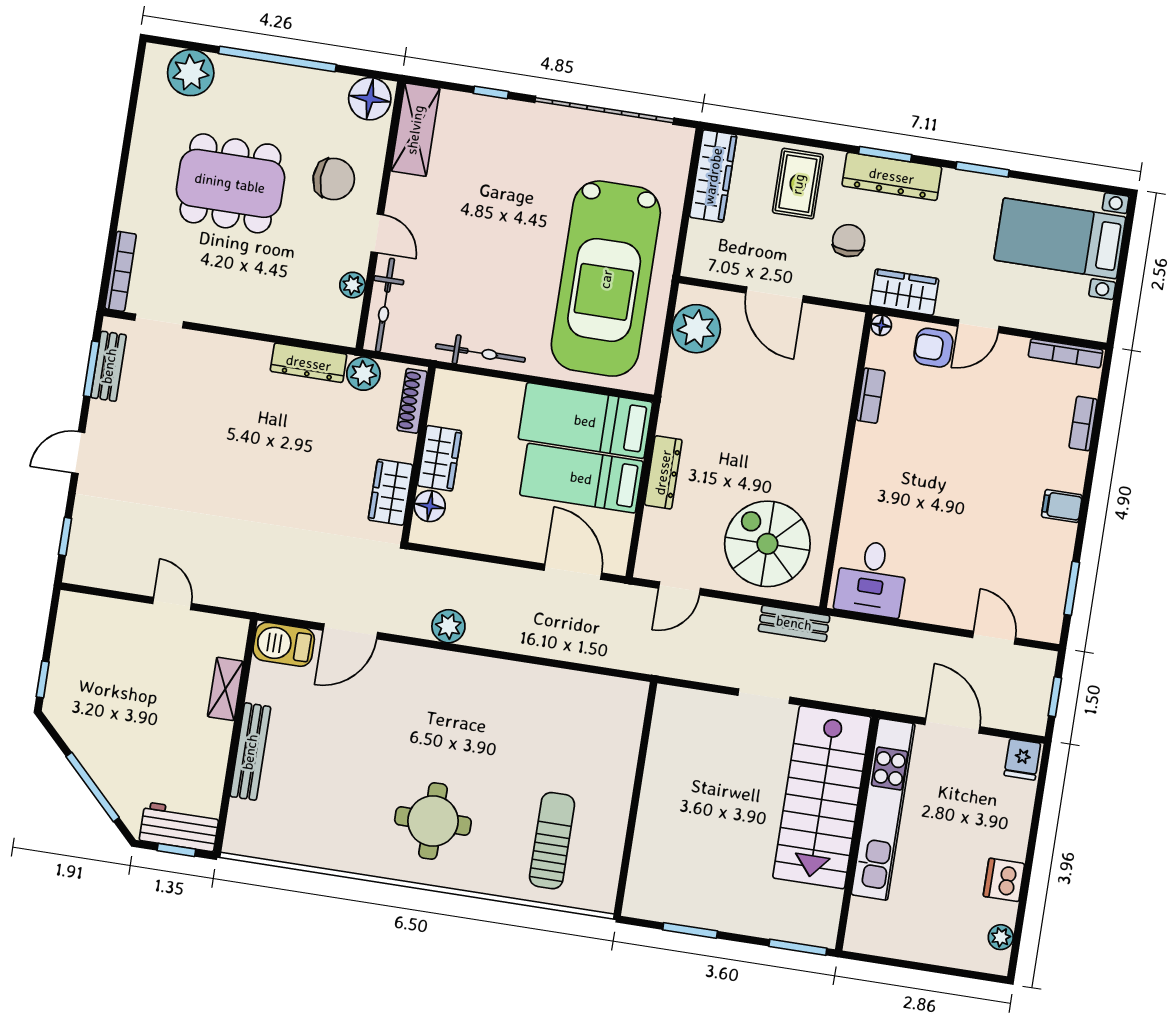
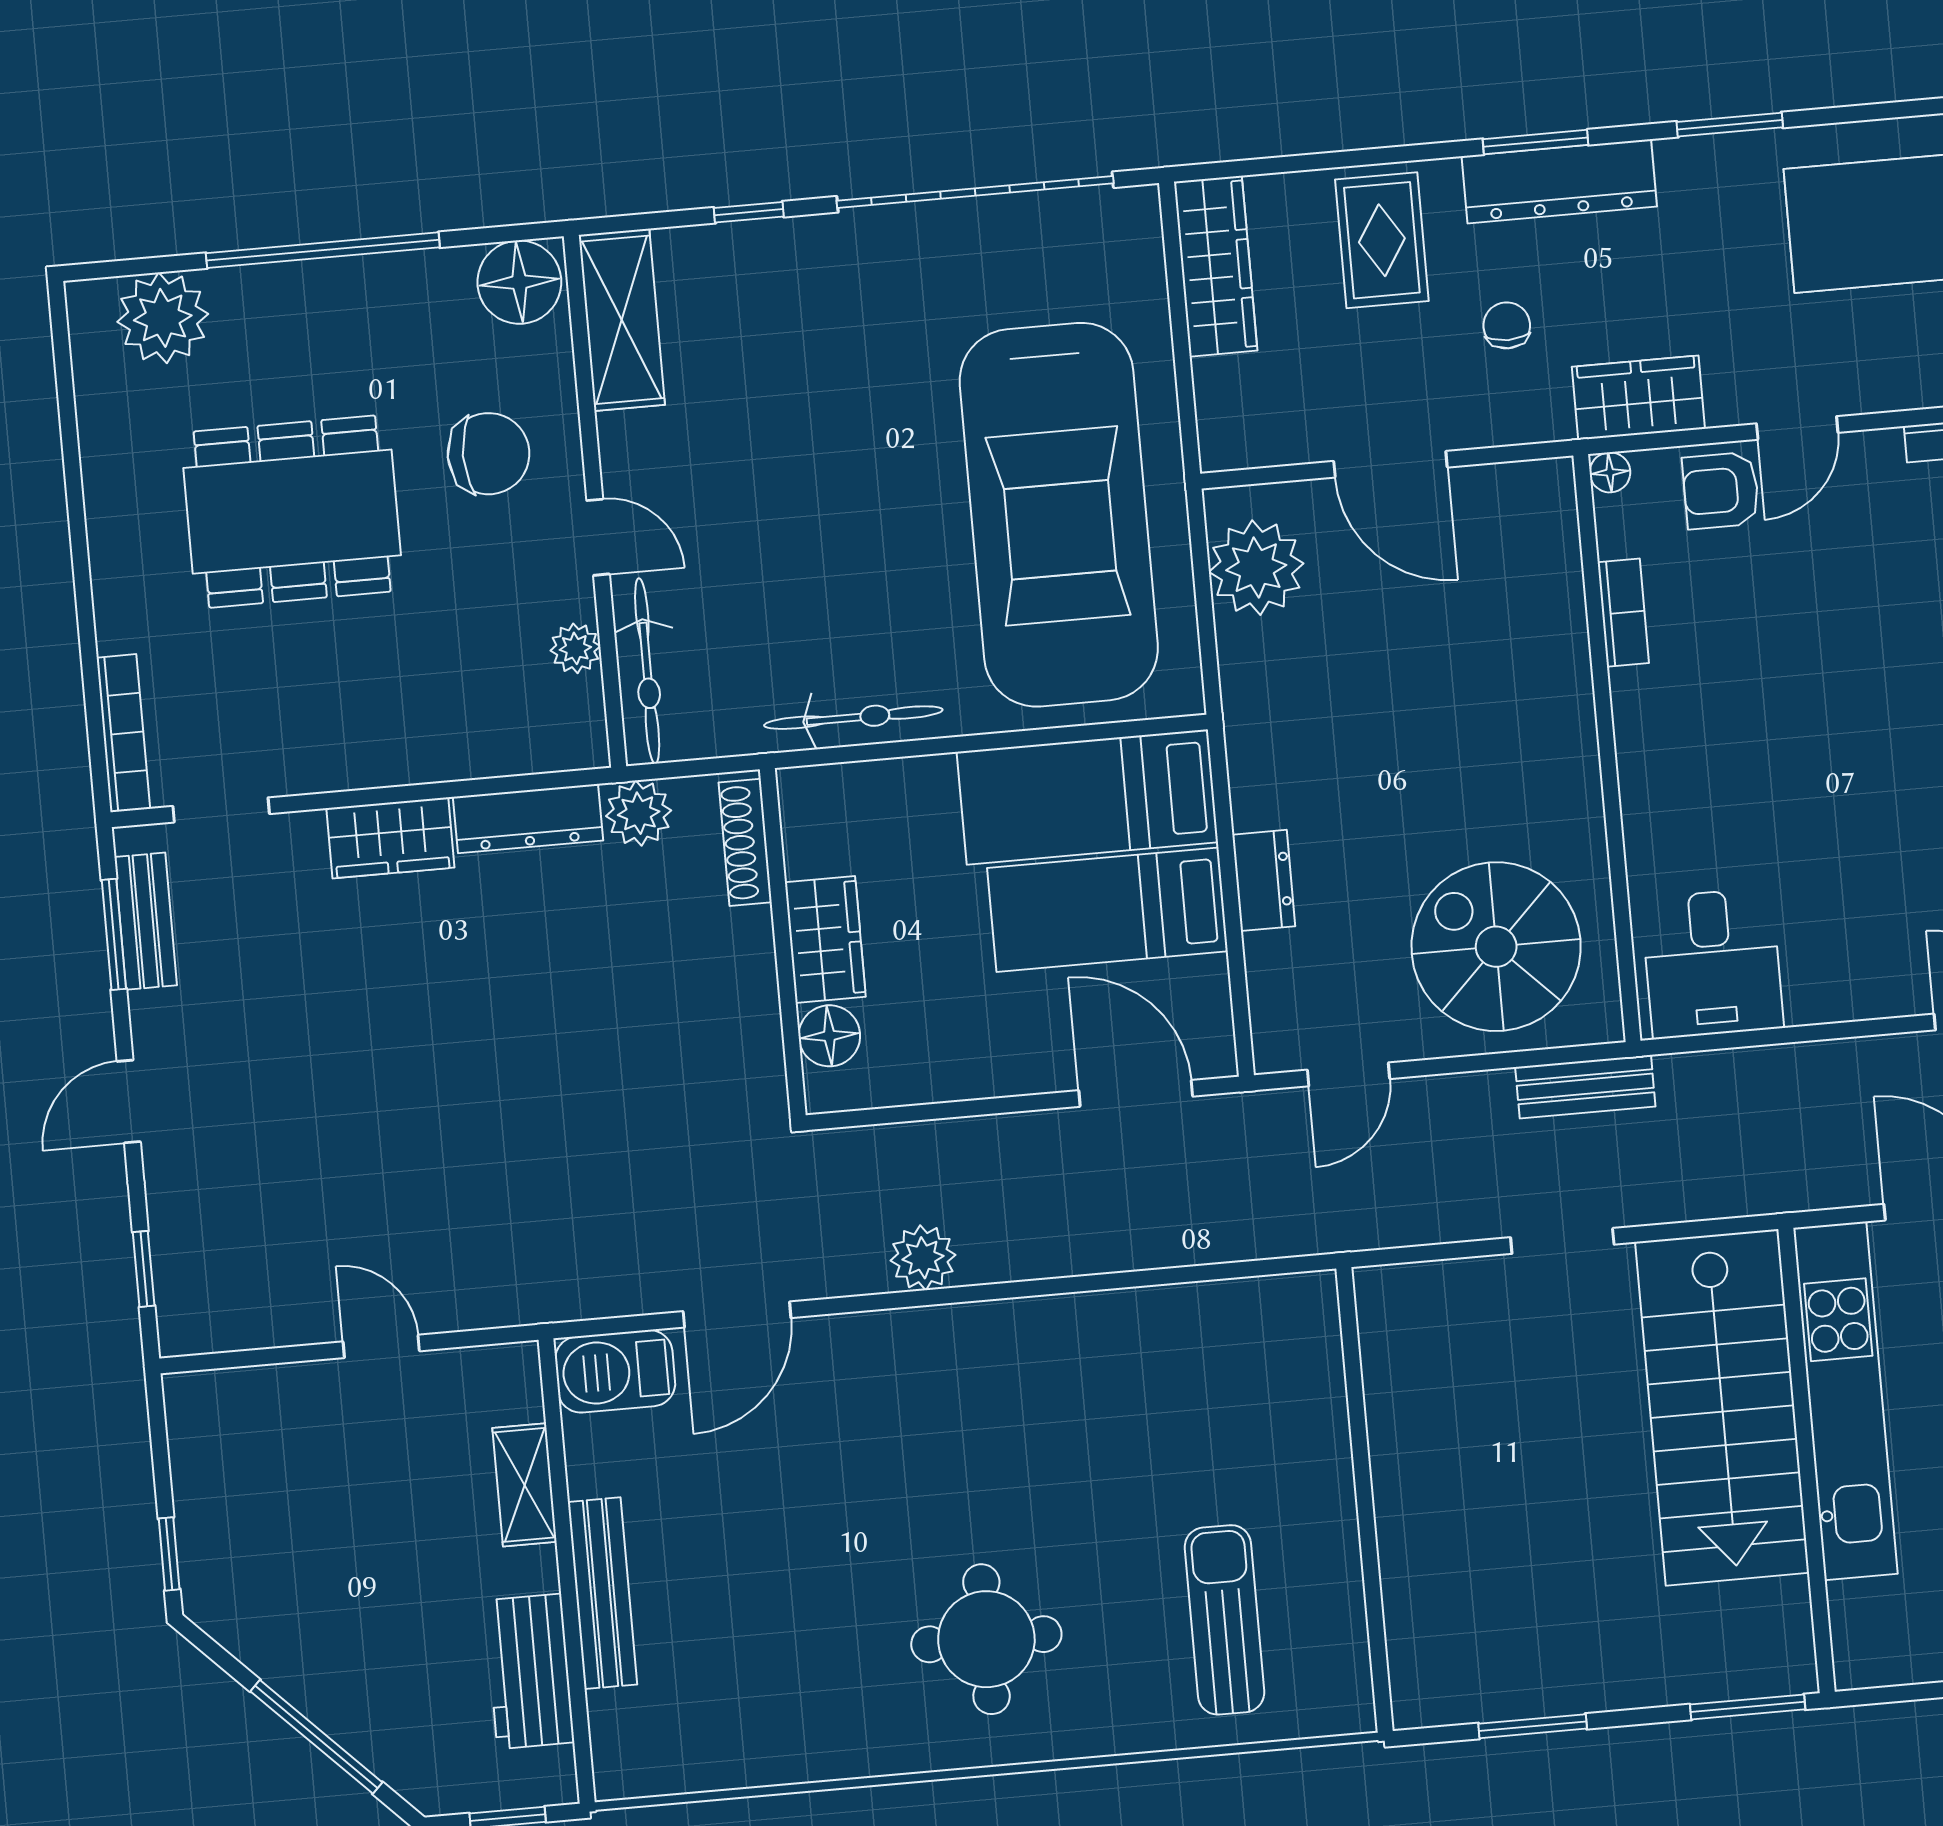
chair: (849, 241) -> (1507, 325), width x0.73, depth x0.73
dresser: (663, 472) -> (1264, 880), width x0.70
wardrobe: (390, 492) -> (390, 838), moved, turned -90
workbench: (179, 827) -> (529, 1671), moved, turned -90

